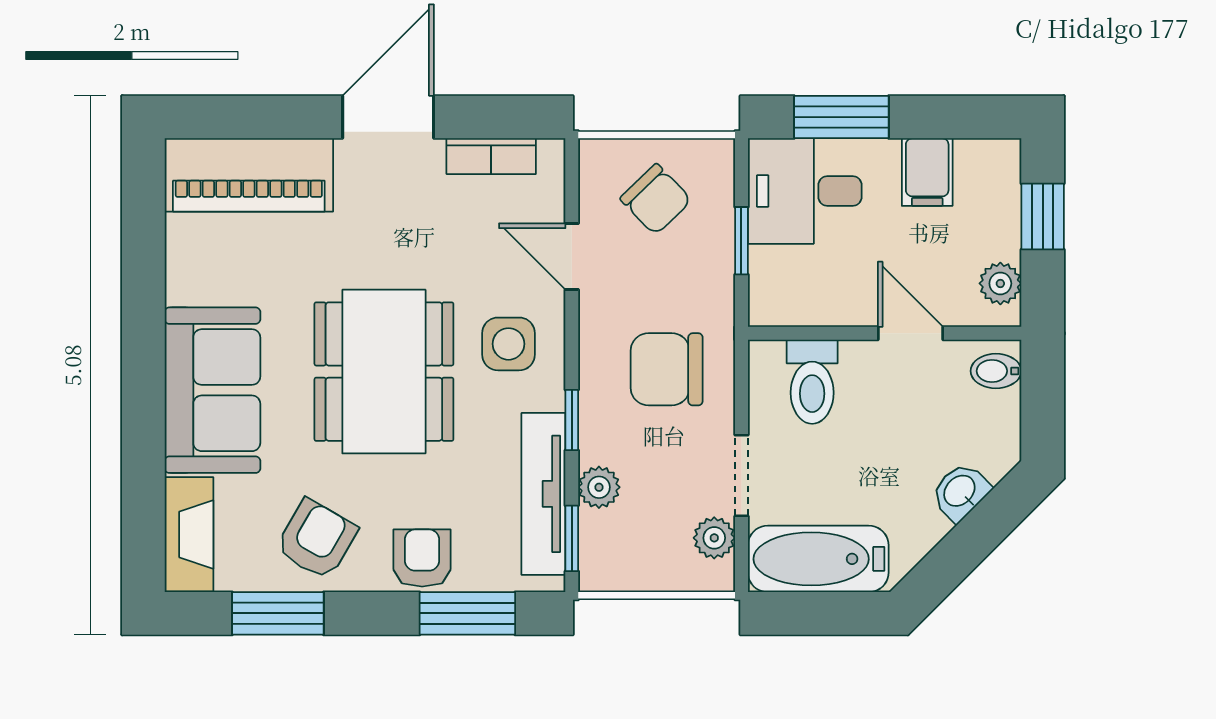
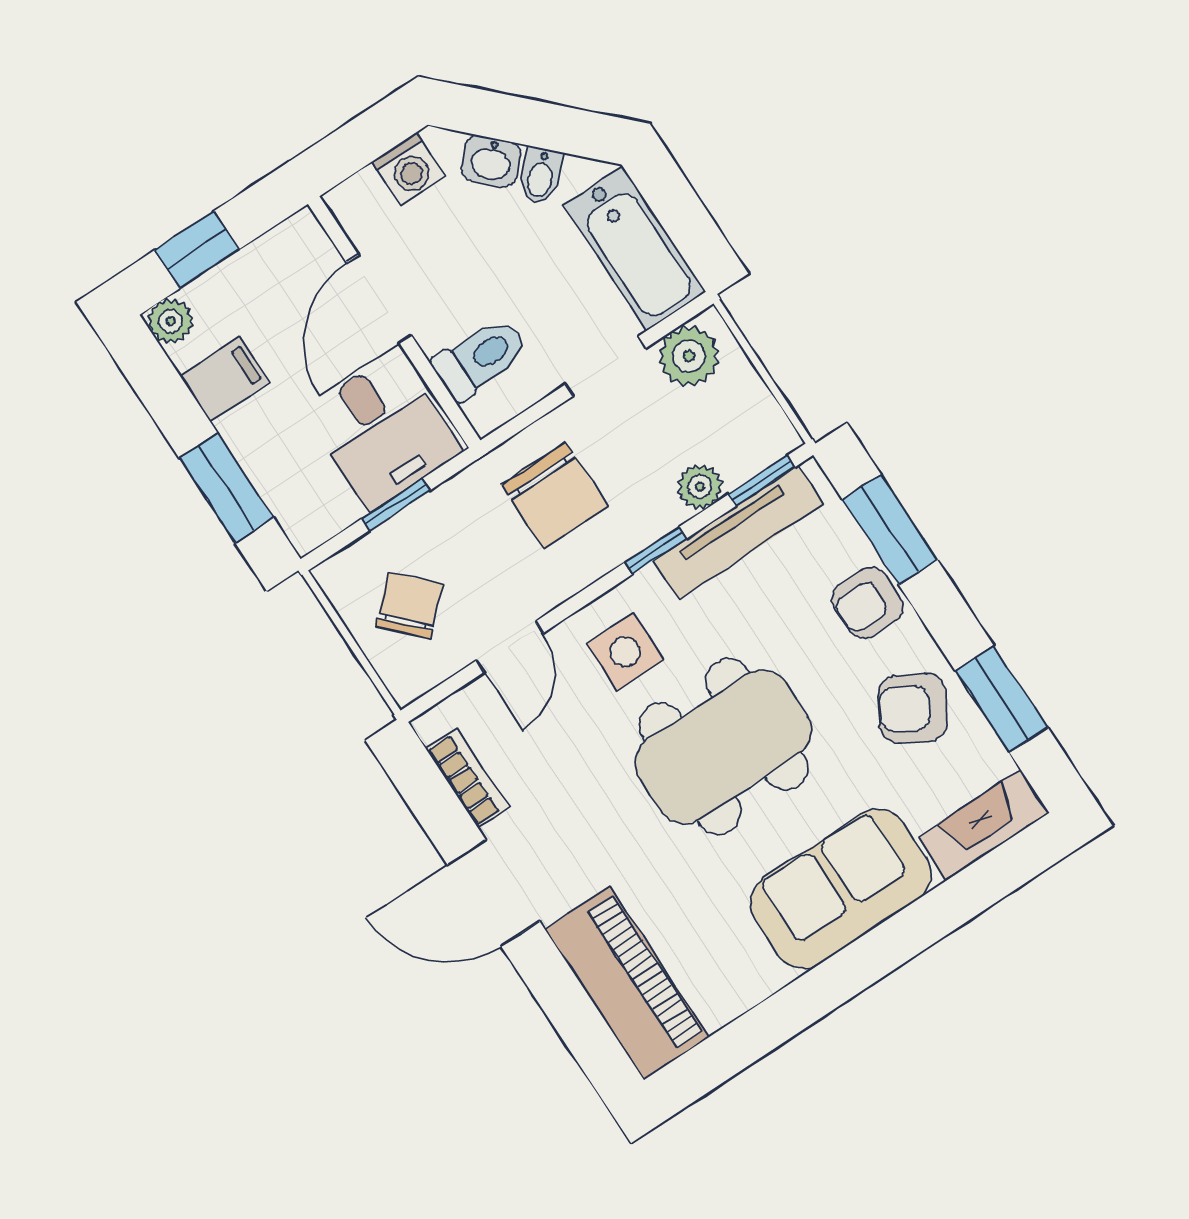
desk: (805, 191) -> (383, 432), moved
plant: (1000, 283) -> (171, 321), moved
door: (911, 333) -> (379, 299), width x1.37
bidet: (996, 371) -> (541, 176), moved, turned 45
washing machine: (996, 423) -> (409, 169), added
plant: (714, 538) -> (689, 356), width x1.38, depth x1.38

